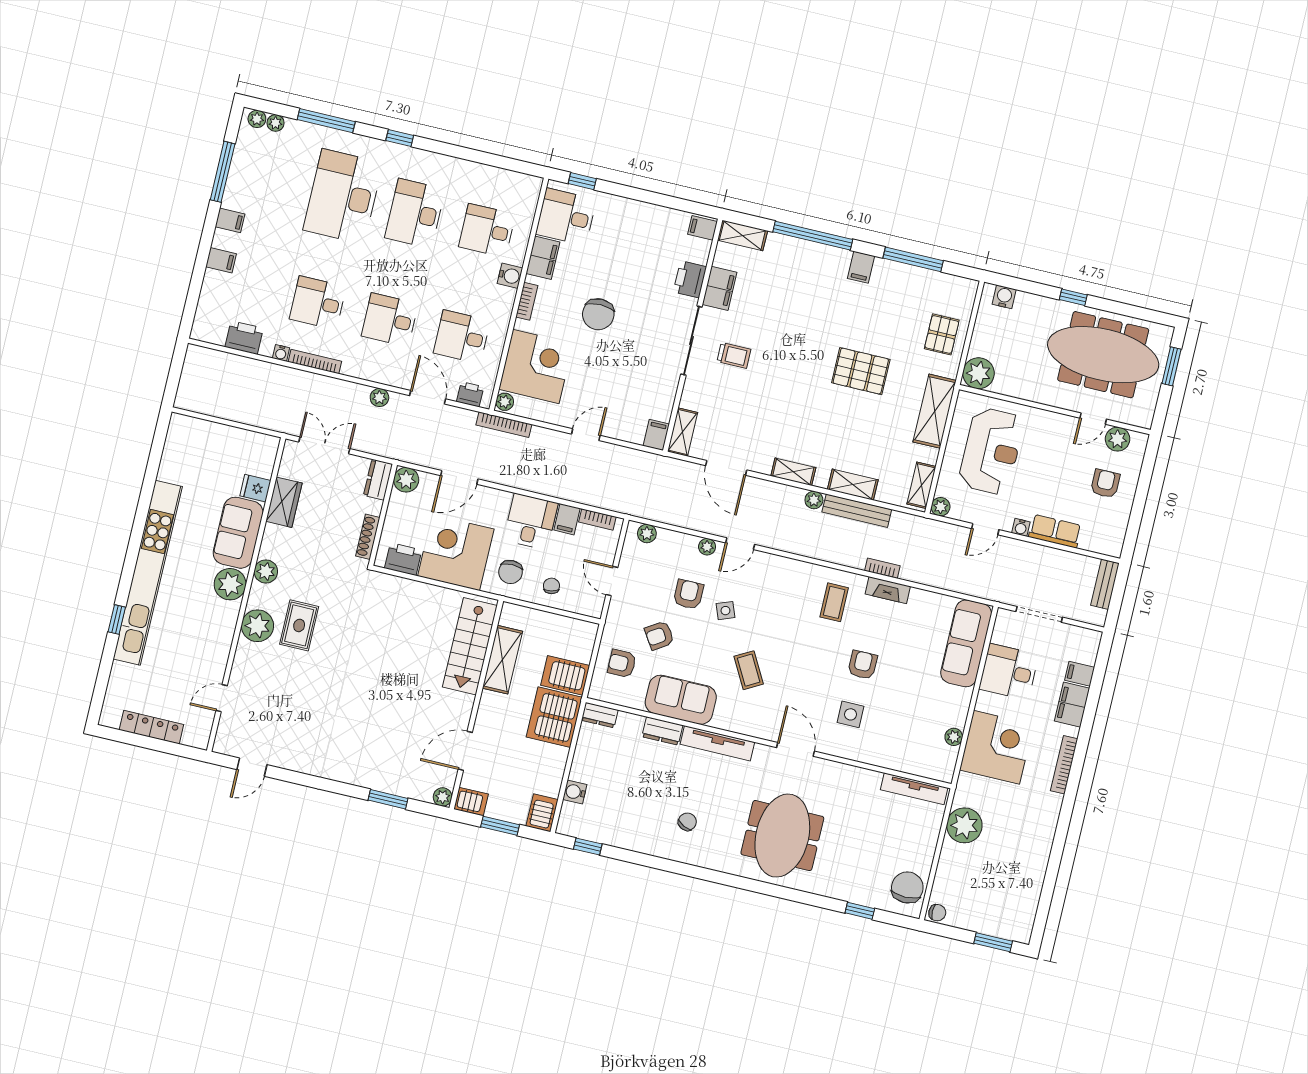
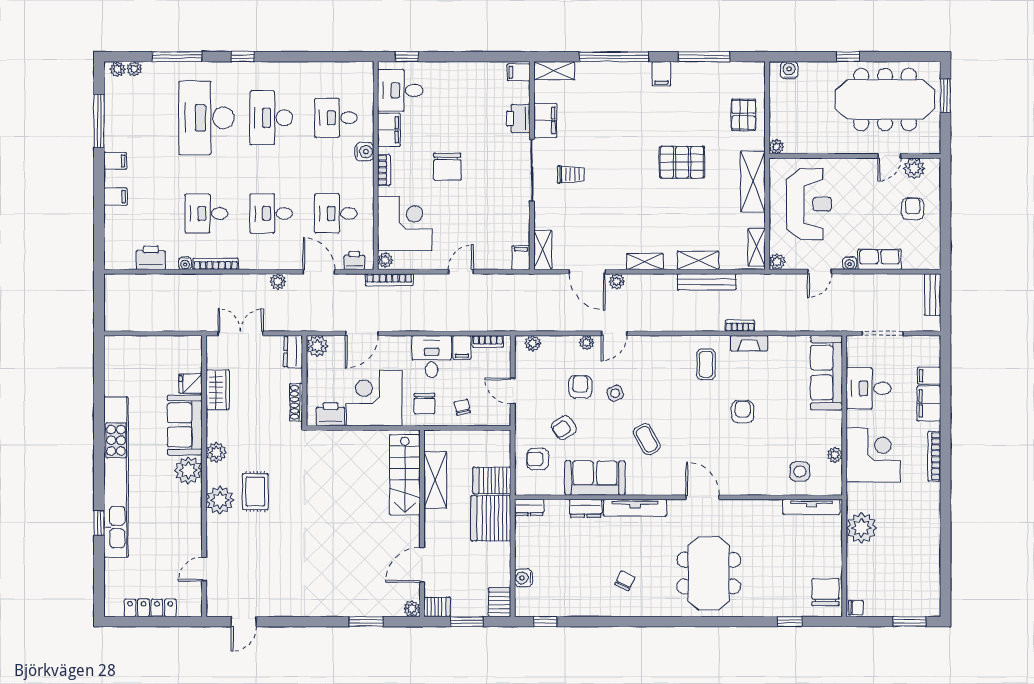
plant: (979, 373) -> (776, 147), width x0.53, depth x0.53
plant: (814, 500) -> (617, 281), moved
side table: (851, 714) -> (800, 471), moved

